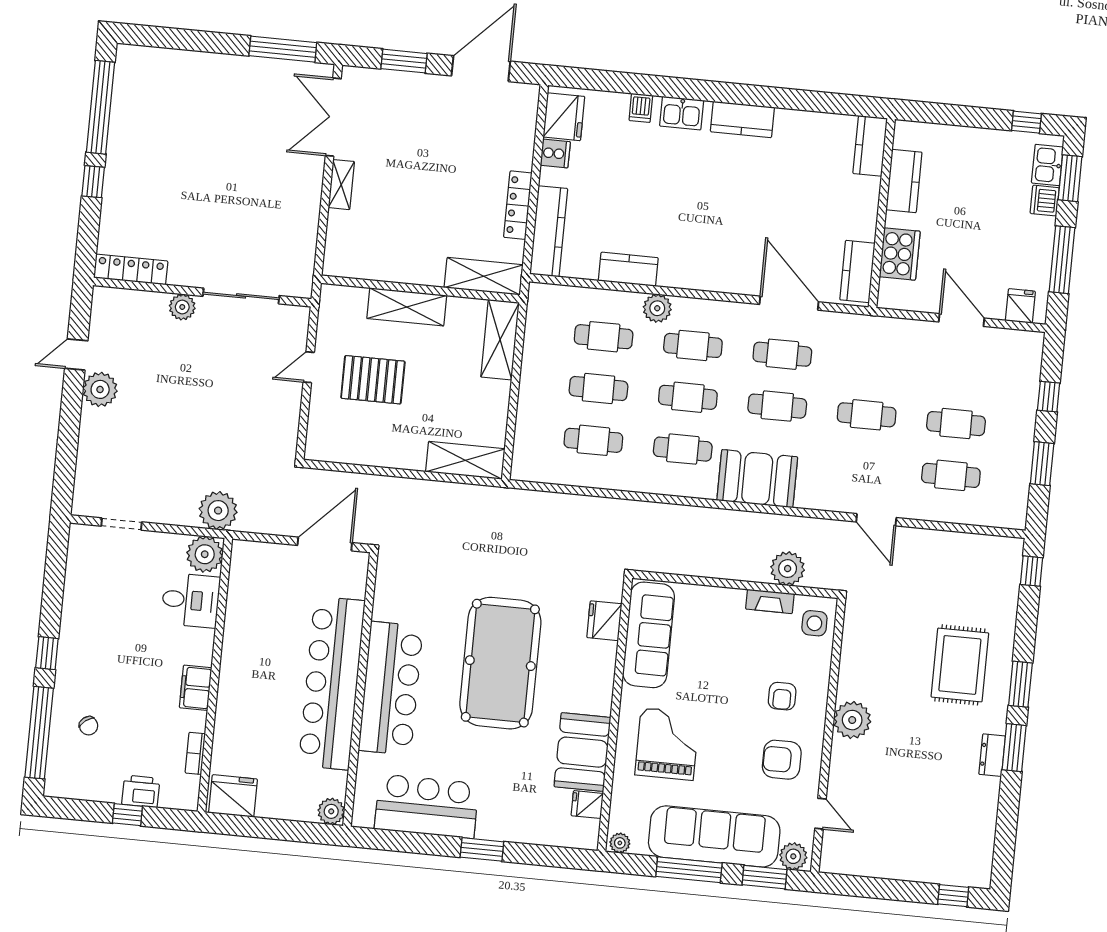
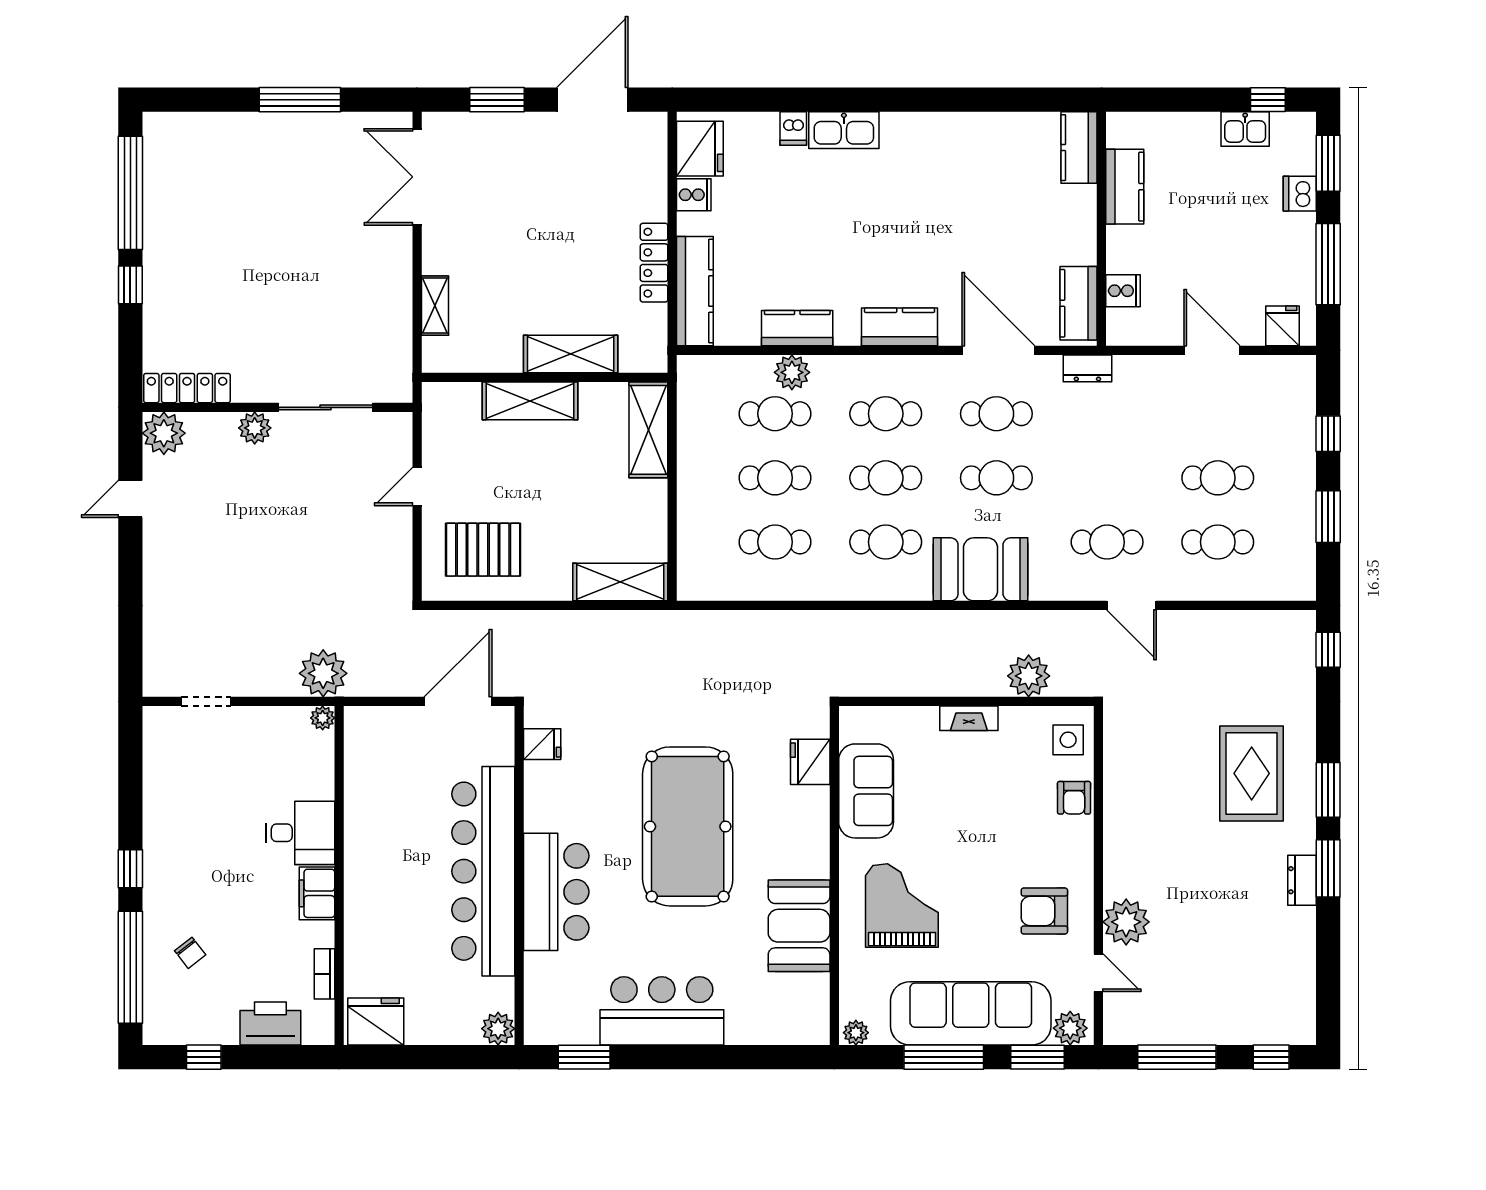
window: (283, 49) -> (300, 100), moved
kitchen sink: (682, 113) -> (844, 130), width x1.38
kitchen counter: (742, 119) -> (900, 327), moved, turned 180
kitchen sink: (1047, 165) -> (1245, 129), moved, turned -90
shelving: (341, 185) -> (435, 306), moved
cooker: (900, 254) -> (1123, 291), width x0.53, depth x0.76
shelving: (484, 276) -> (571, 354), moved
plant: (657, 308) -> (792, 372), moved
dresser: (859, 325) -> (1087, 368), added
pallet: (373, 380) -> (483, 550), moved
plant: (100, 389) -> (164, 433), moved
cafe table: (867, 415) -> (1107, 542), moved
plant: (205, 554) -> (323, 718), width x0.53, depth x0.53
desk: (191, 600) -> (300, 833), moved
fireplace: (770, 601) -> (969, 718), moved
sofa: (649, 635) -> (866, 791), width x0.73
bar counter: (391, 688) -> (556, 892), width x0.73
armchair: (782, 696) -> (1074, 798), moved
plant: (852, 720) -> (1126, 922), moved
printer: (141, 791) -> (270, 1023), width x1.37, depth x1.19
fridge: (587, 805) -> (542, 744), moved, turned 180
bar counter: (427, 806) -> (662, 1011), moved
window: (127, 815) -> (204, 1057), moved
window: (482, 849) -> (584, 1057), moved
window: (877, 888) -> (1177, 1057), added

